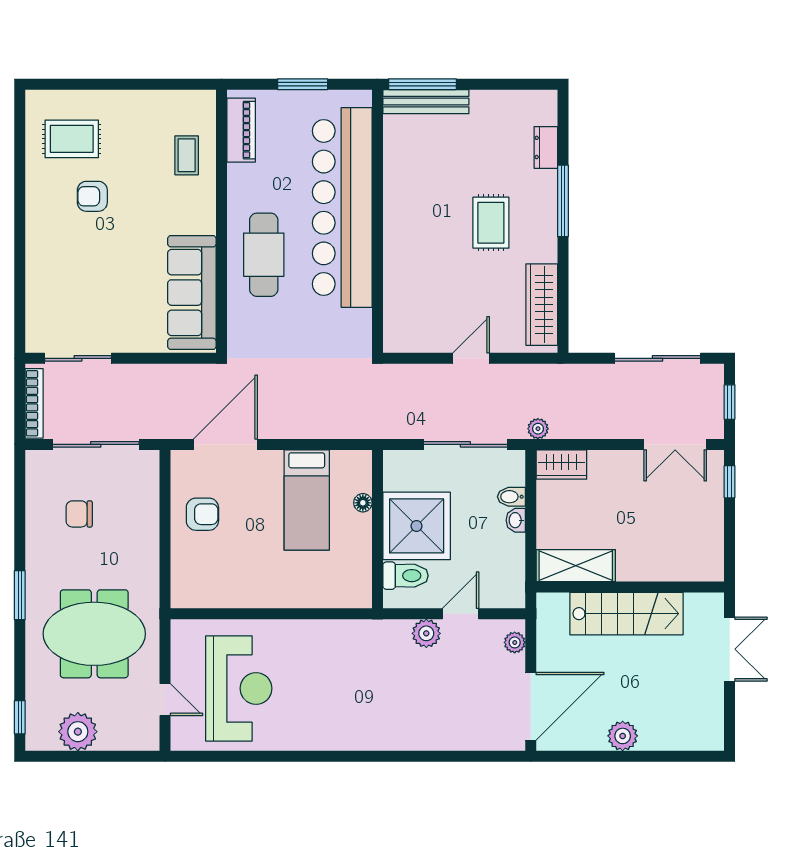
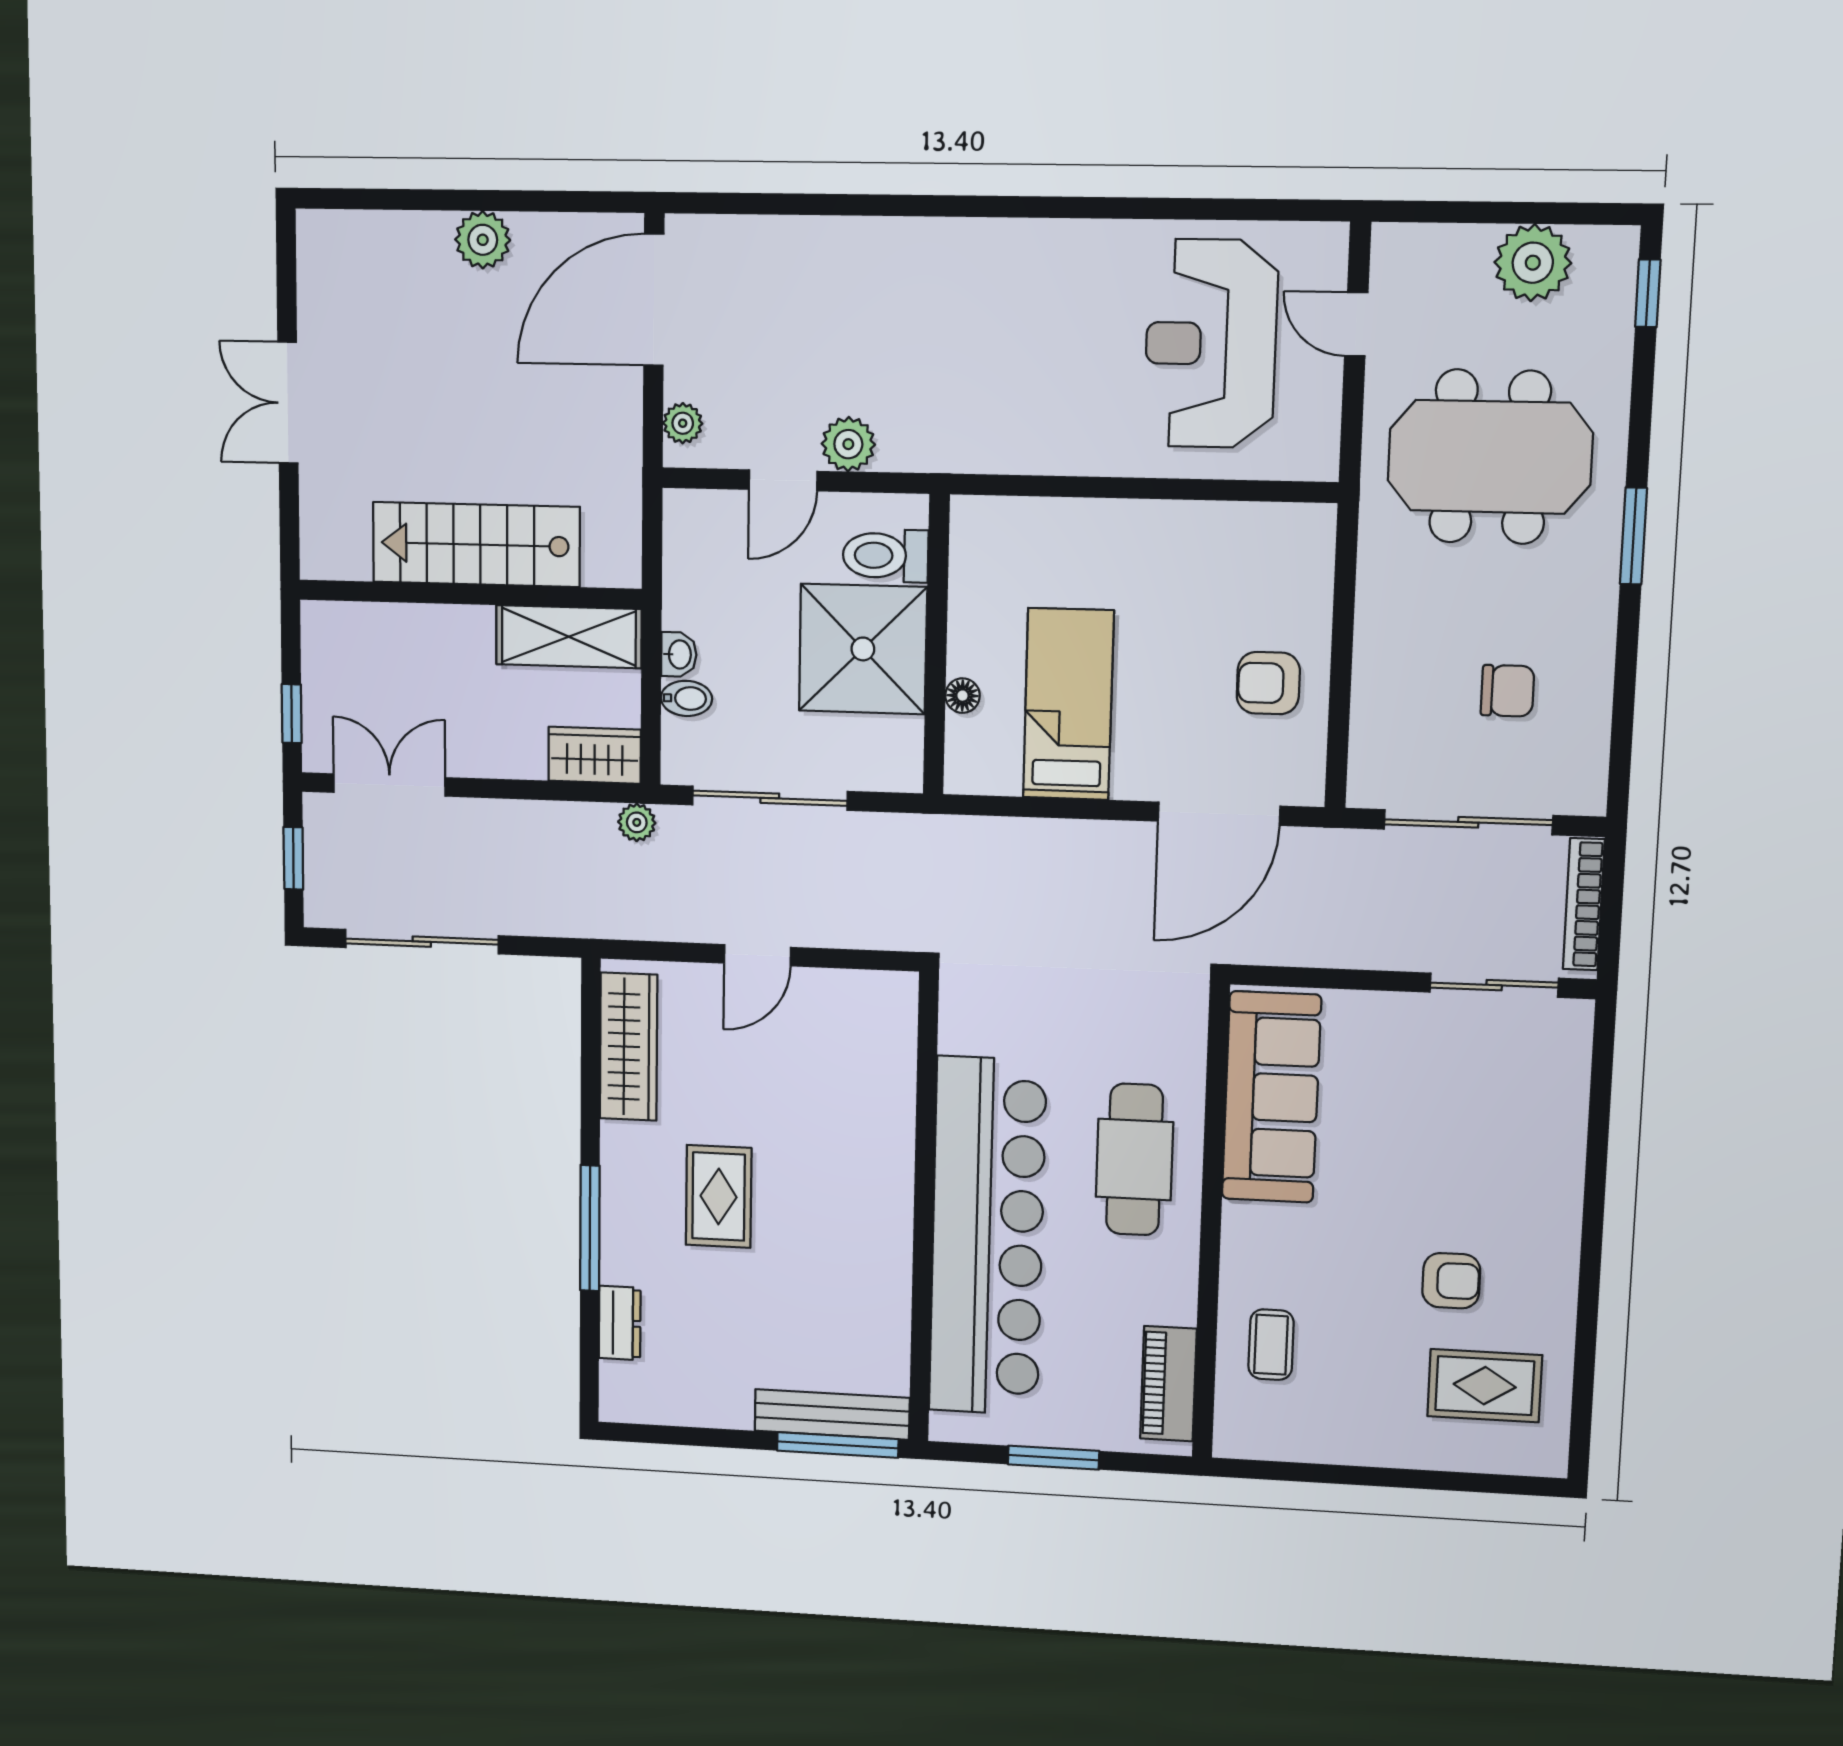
shelving: (576, 566) -> (569, 637), moved
wall: (630, 587) -> (470, 594), moved
stairs: (626, 614) -> (476, 545), moved

